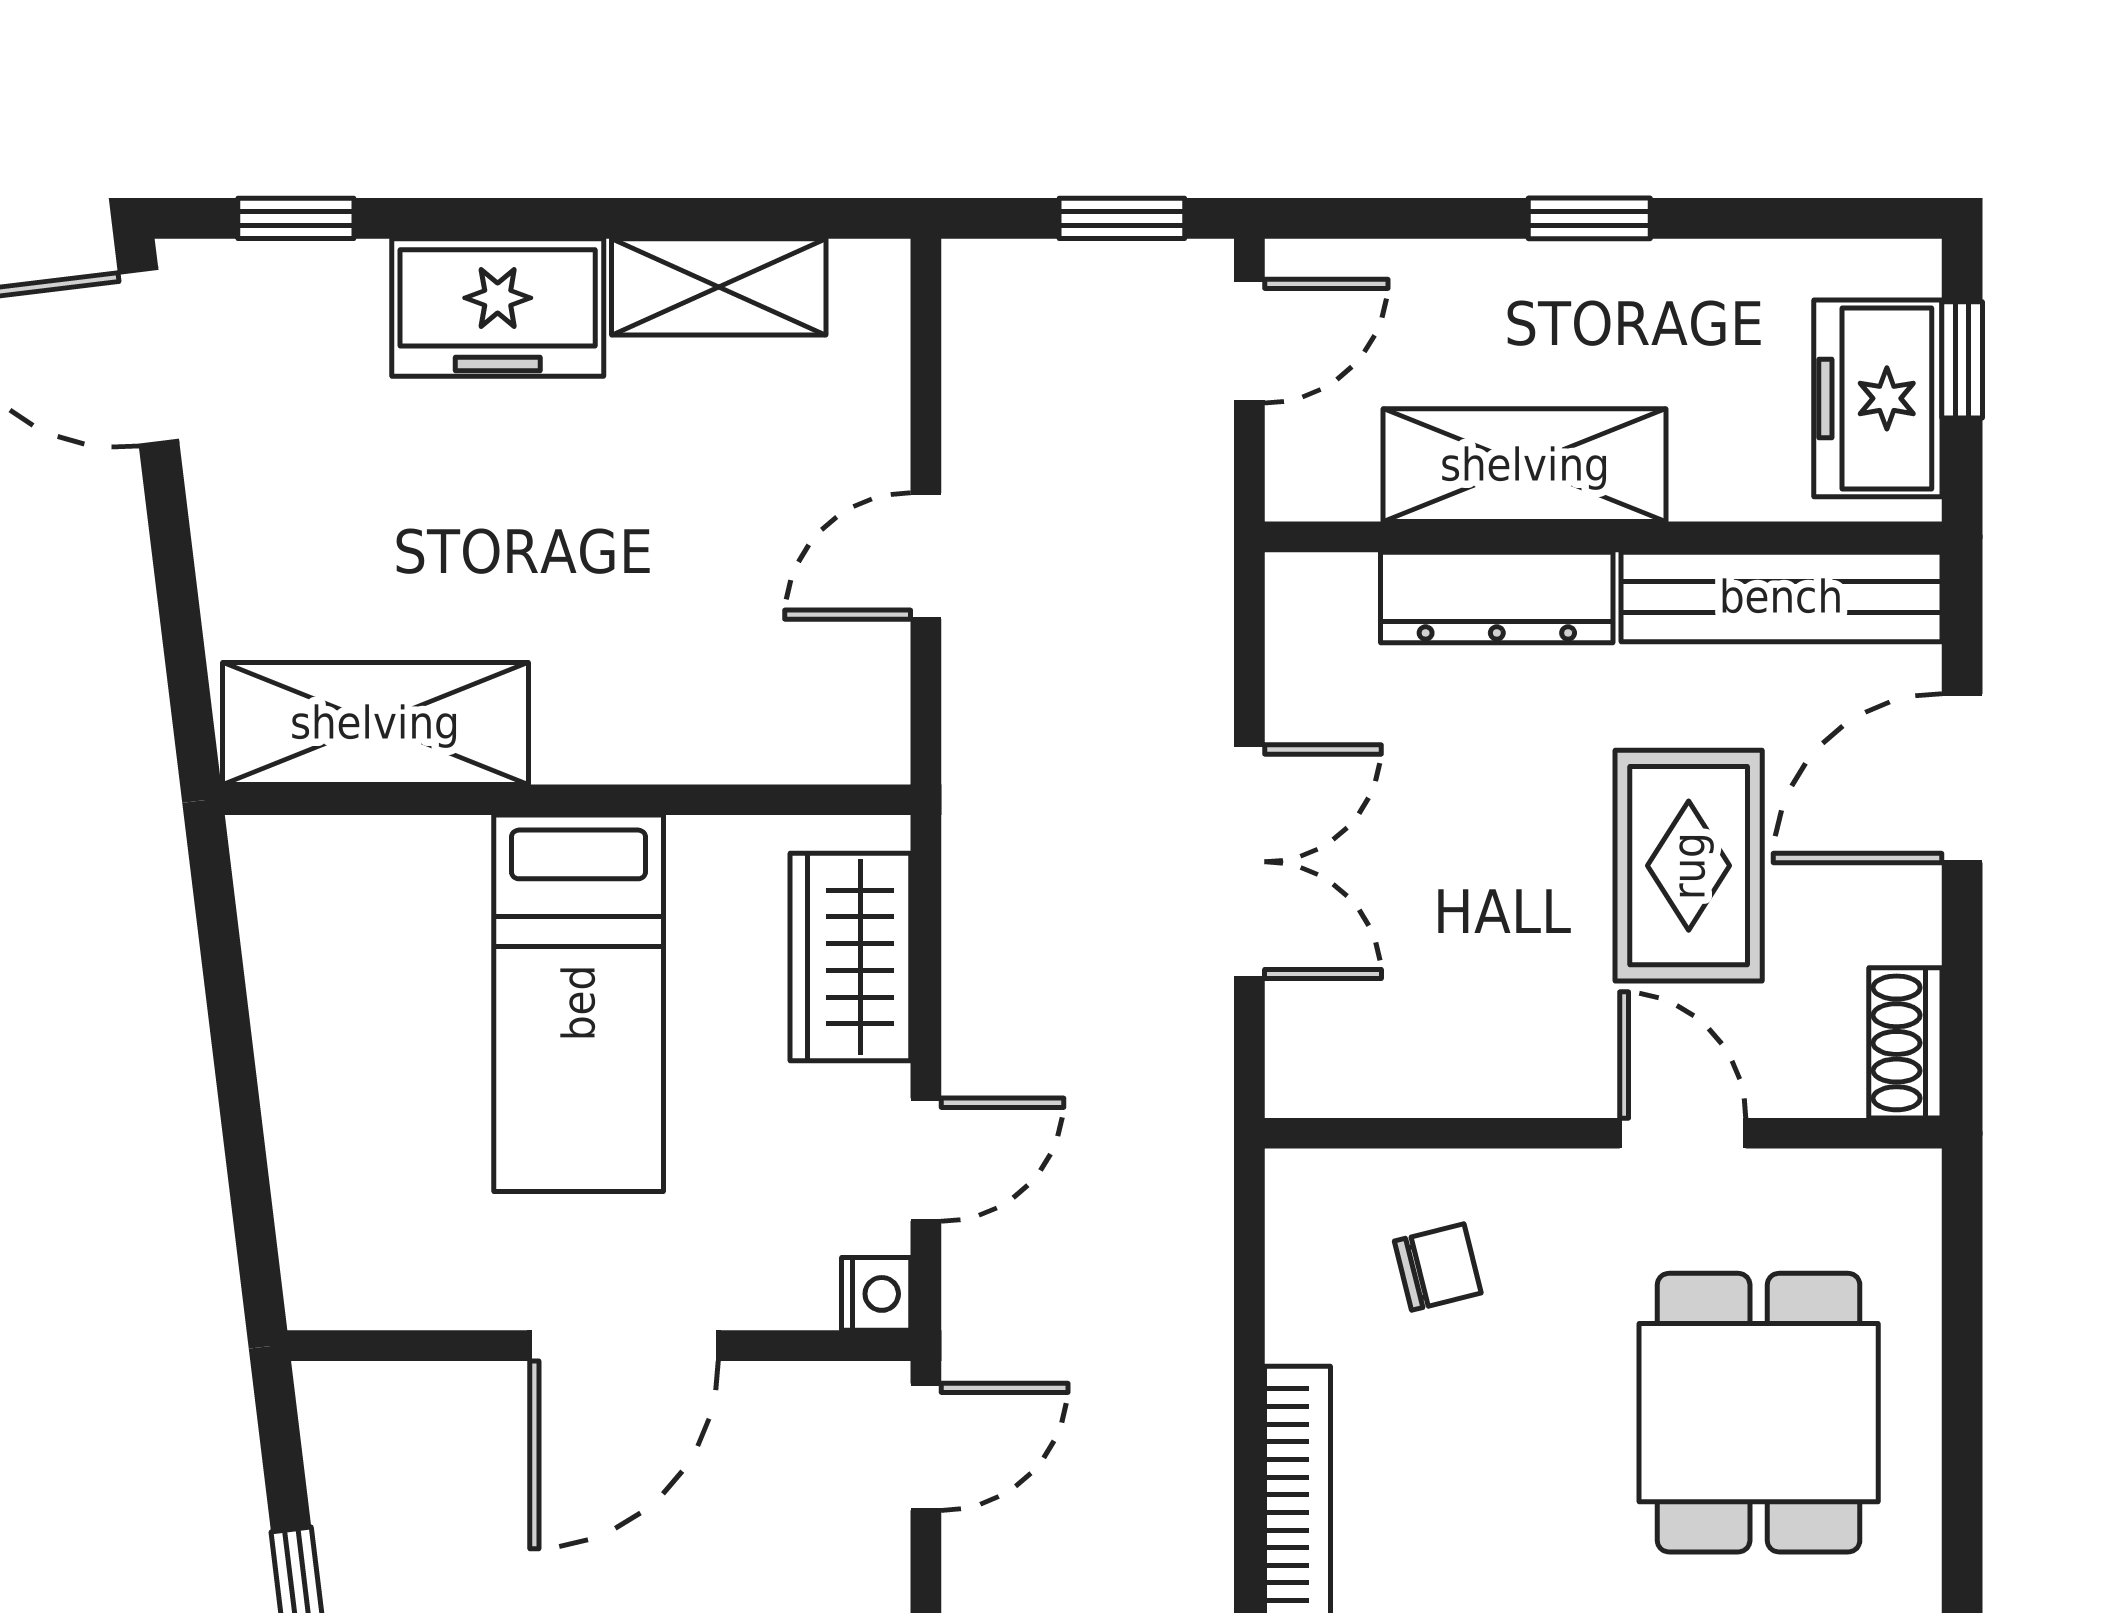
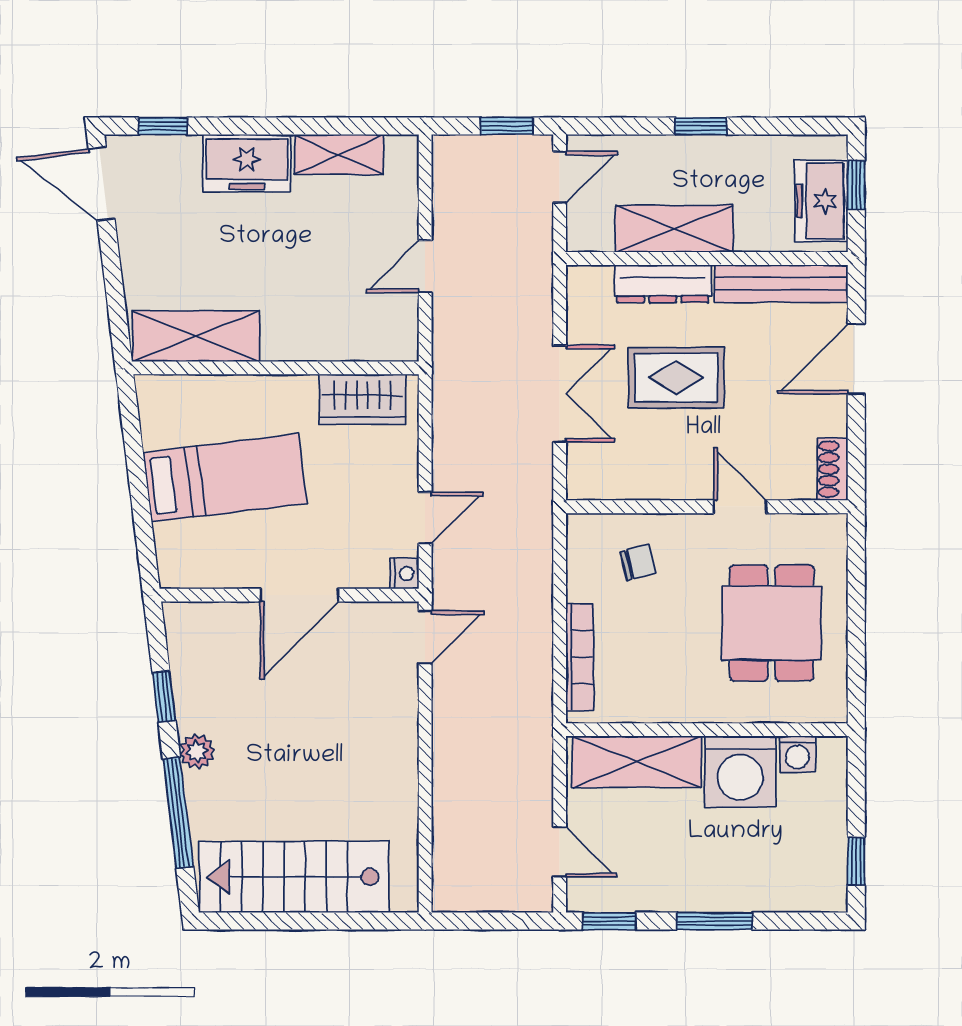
rug: (1689, 866) -> (676, 378), moved, turned 90
wardrobe: (850, 957) -> (362, 399), moved, turned -90
bed: (579, 1003) -> (225, 478), moved, turned -97

